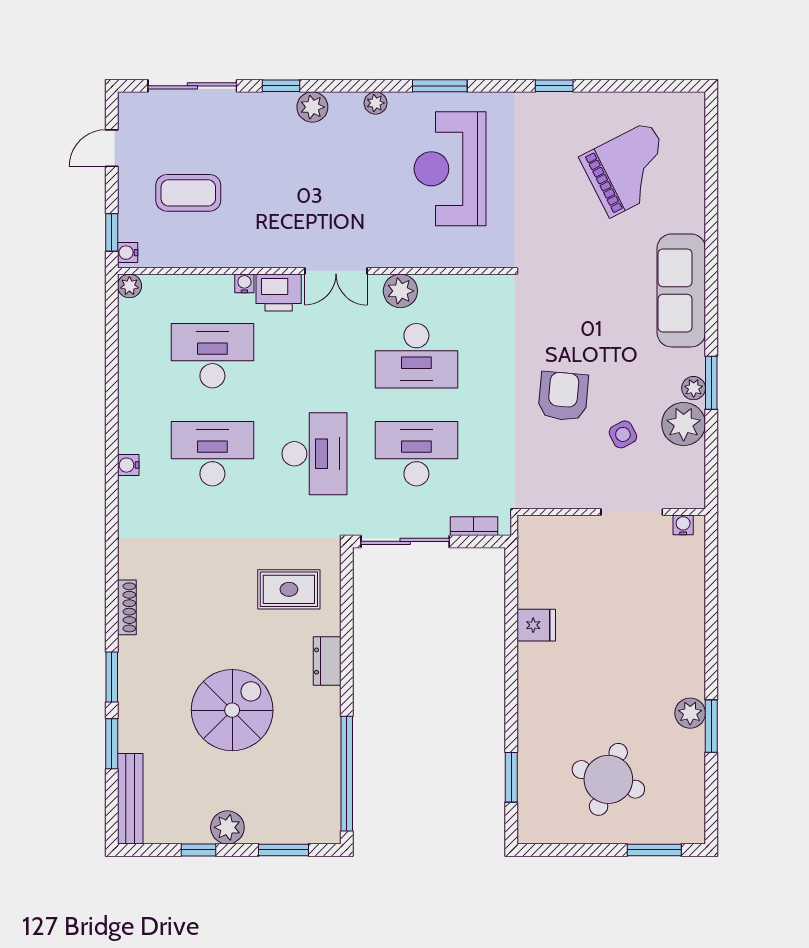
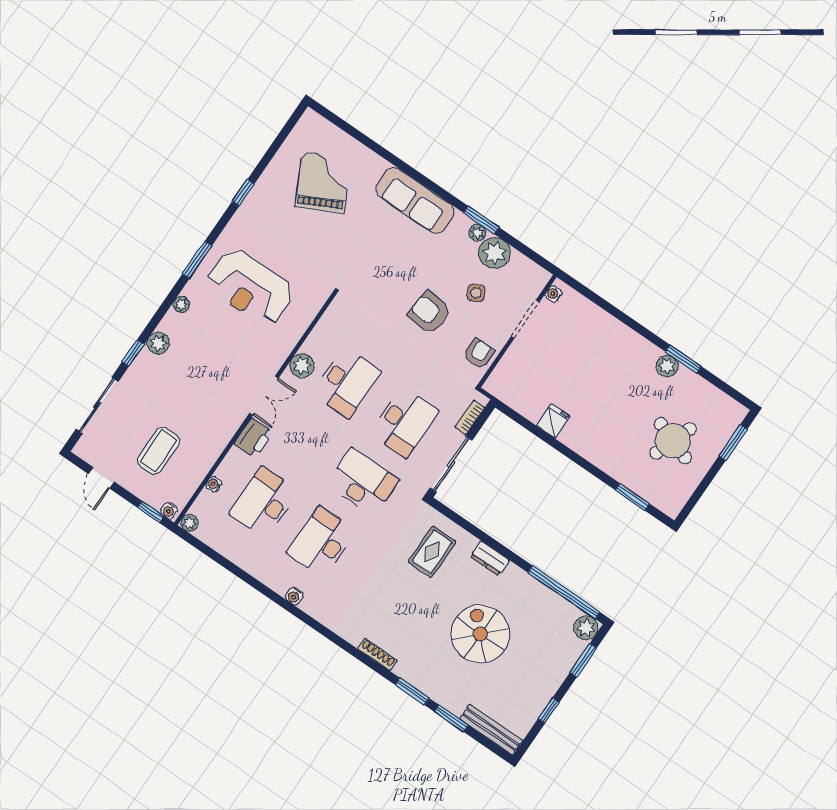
water cooler: (244, 283) -> (214, 484), moved
desk: (416, 454) -> (404, 422), turned 180
armchair: (555, 486) -> (479, 354), added
plant: (227, 827) -> (586, 628), moved

